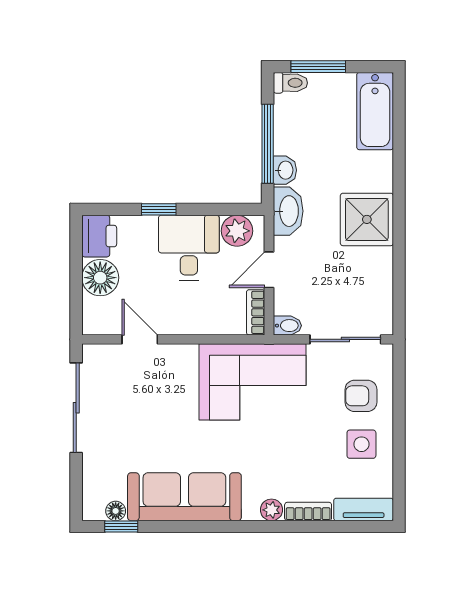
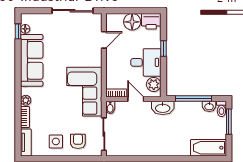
washbasin: (285, 170) -> (209, 106), moved
shower: (367, 219) -> (159, 144), removed

